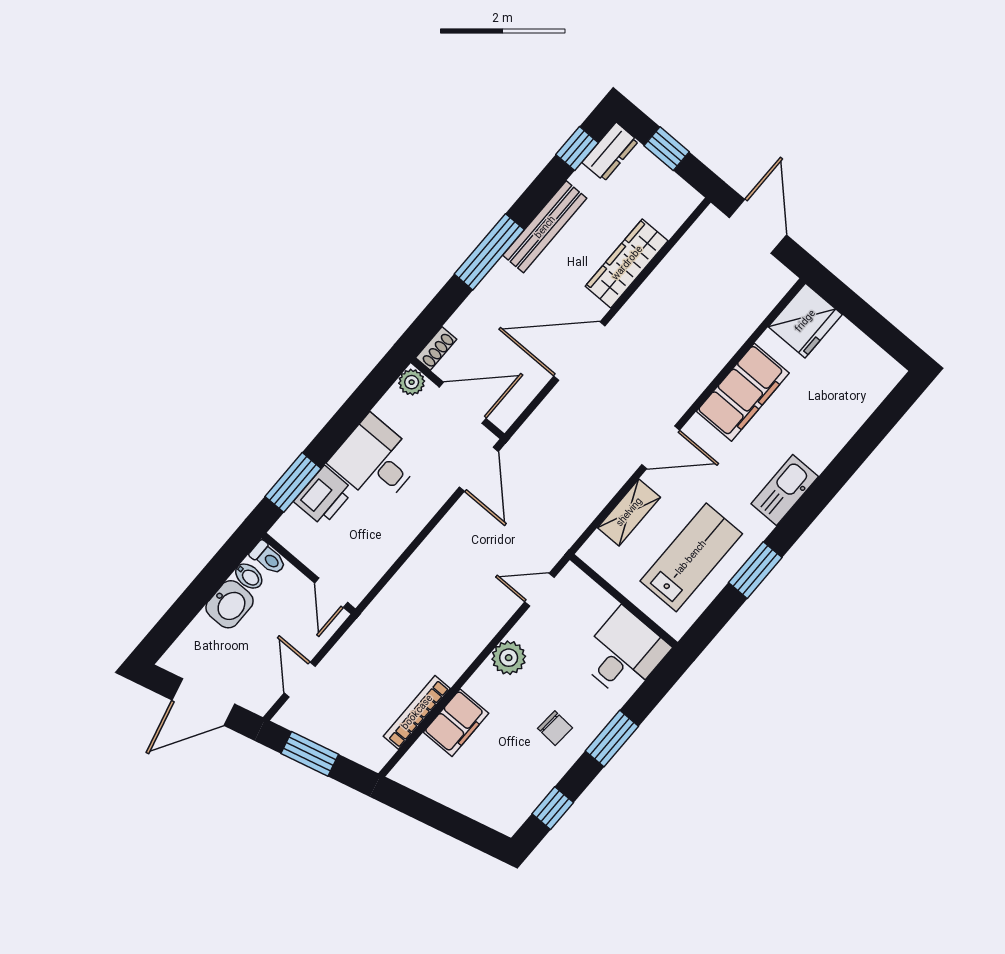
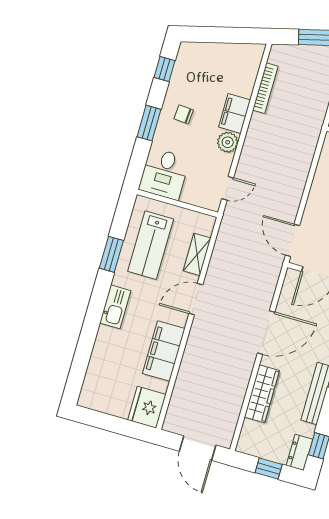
filing cabinet: (456, 723) -> (235, 114), moved

